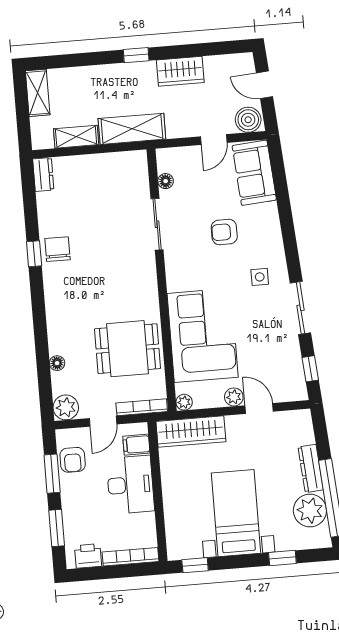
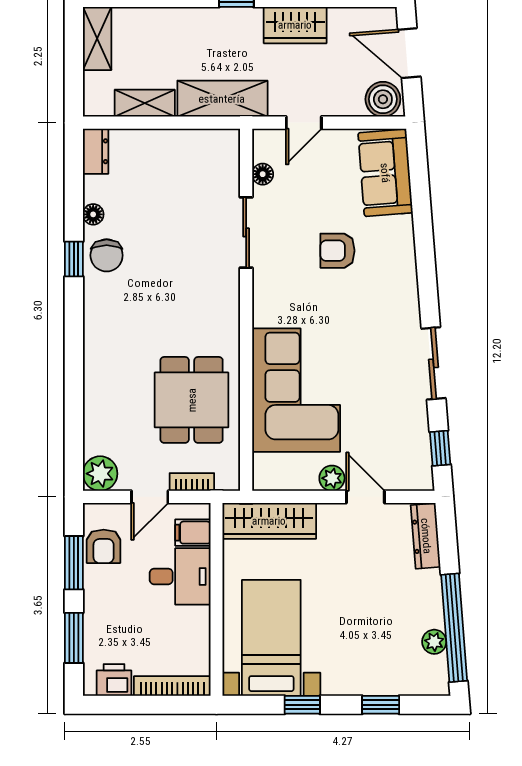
door: (264, 85) -> (409, 53), width x1.38
door: (214, 140) -> (304, 123), moved
chair: (57, 249) -> (107, 255), turned 180
side table: (260, 277) -> (381, 316), removed
dining table: (128, 349) -> (192, 400), turned 90
floor lamp: (57, 363) -> (93, 214), moved
plant: (184, 402) -> (263, 480), removed
bookcase: (142, 407) -> (192, 482), width x0.64
dresser: (311, 468) -> (426, 536), moved
desk: (130, 485) -> (180, 576), width x0.73
plant: (310, 510) -> (434, 642), width x0.53, depth x0.53
bed with nightstands: (236, 513) -> (271, 638), moved
window: (195, 565) -> (302, 705), moved

